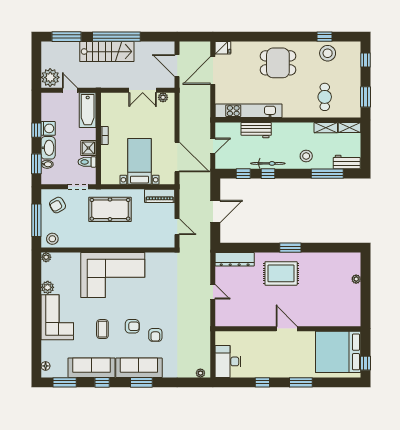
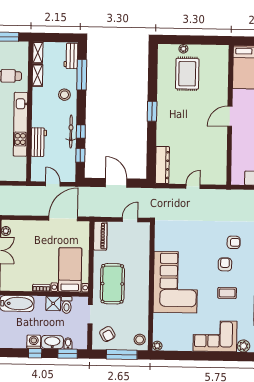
kitchen unit: (249, 111) -> (21, 124), moved
bed with nightstands: (140, 161) -> (70, 270), moved, turned 90
rug: (281, 273) -> (187, 74), moved
plant: (48, 287) -> (243, 346), moved

